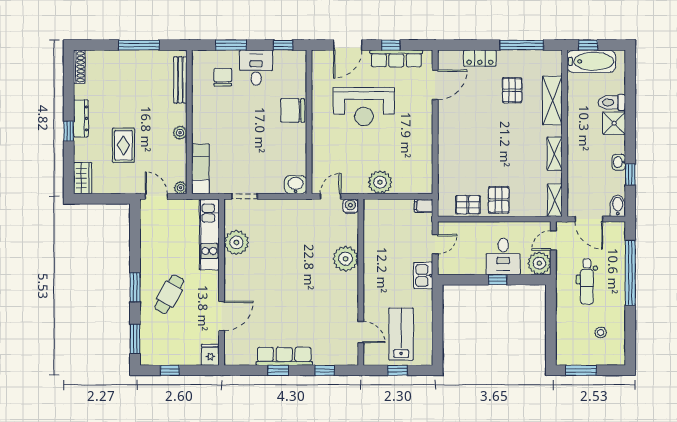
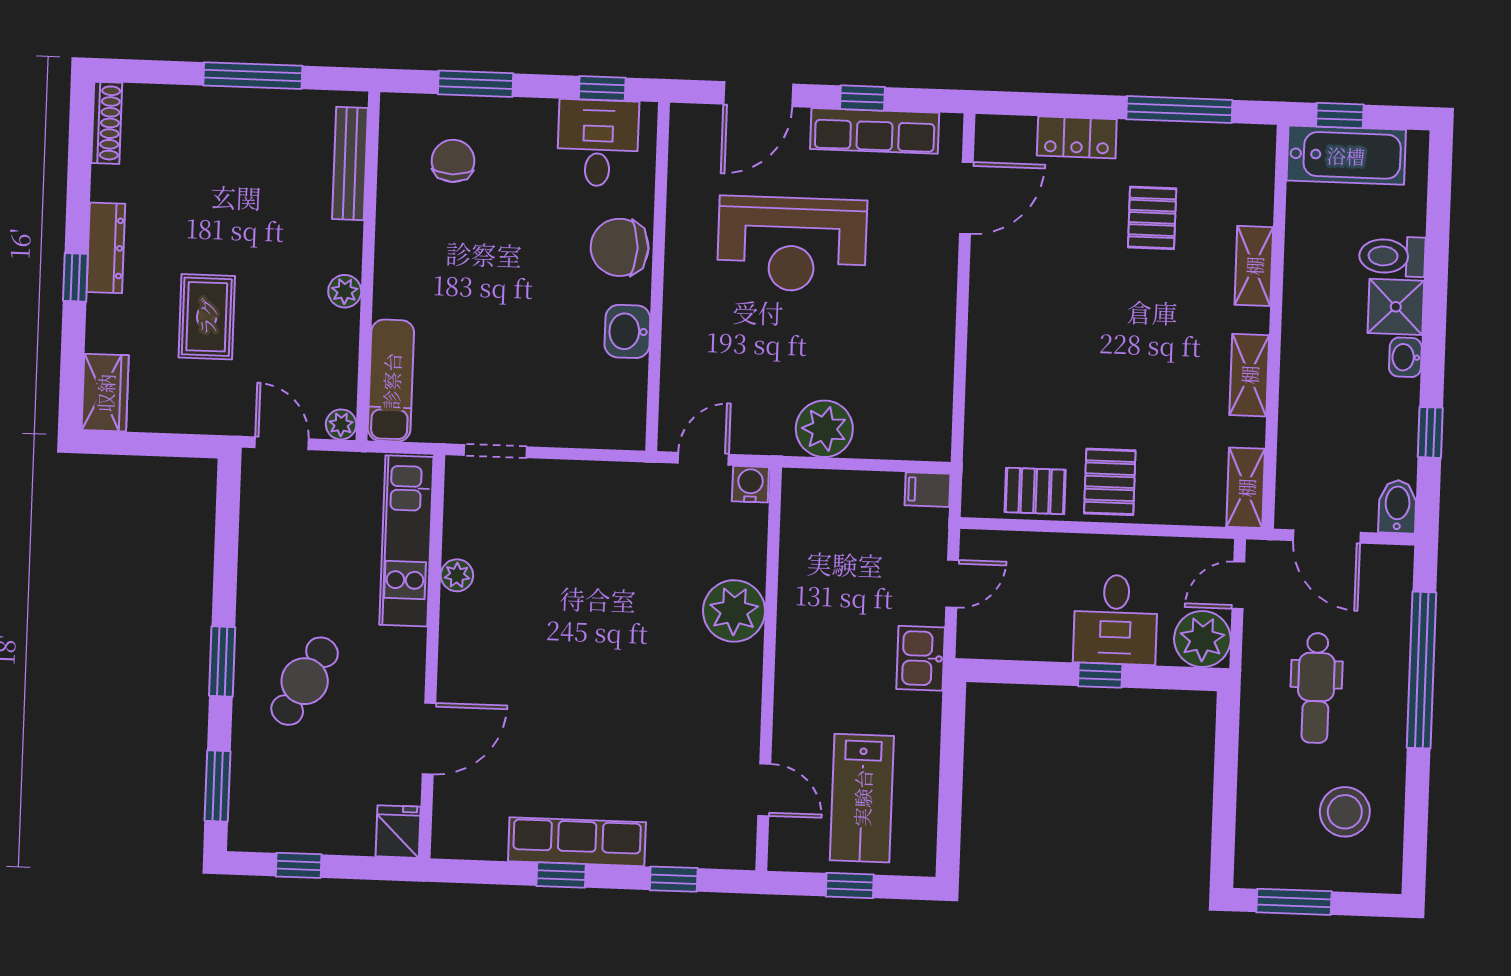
desk: (256, 68) -> (598, 143), moved
shelving: (552, 100) -> (1254, 266), width x0.67, depth x0.75
washbasin: (619, 162) -> (1405, 357), moved
washbasin: (296, 185) -> (627, 331), moved, turned -90
plant: (236, 242) -> (457, 575), width x0.53, depth x0.53
stool: (601, 332) -> (1345, 812), width x1.89, depth x1.89
lab bench: (401, 334) -> (862, 798), turned 180

